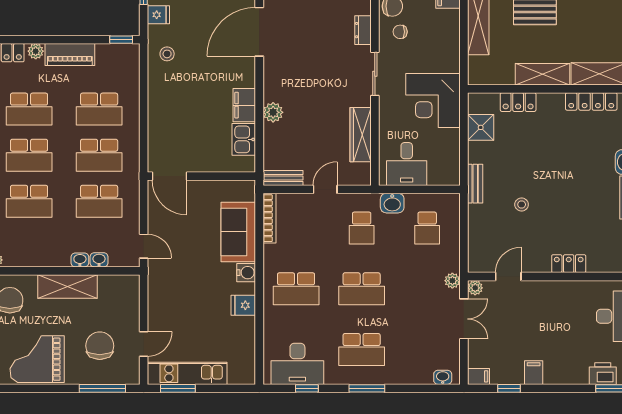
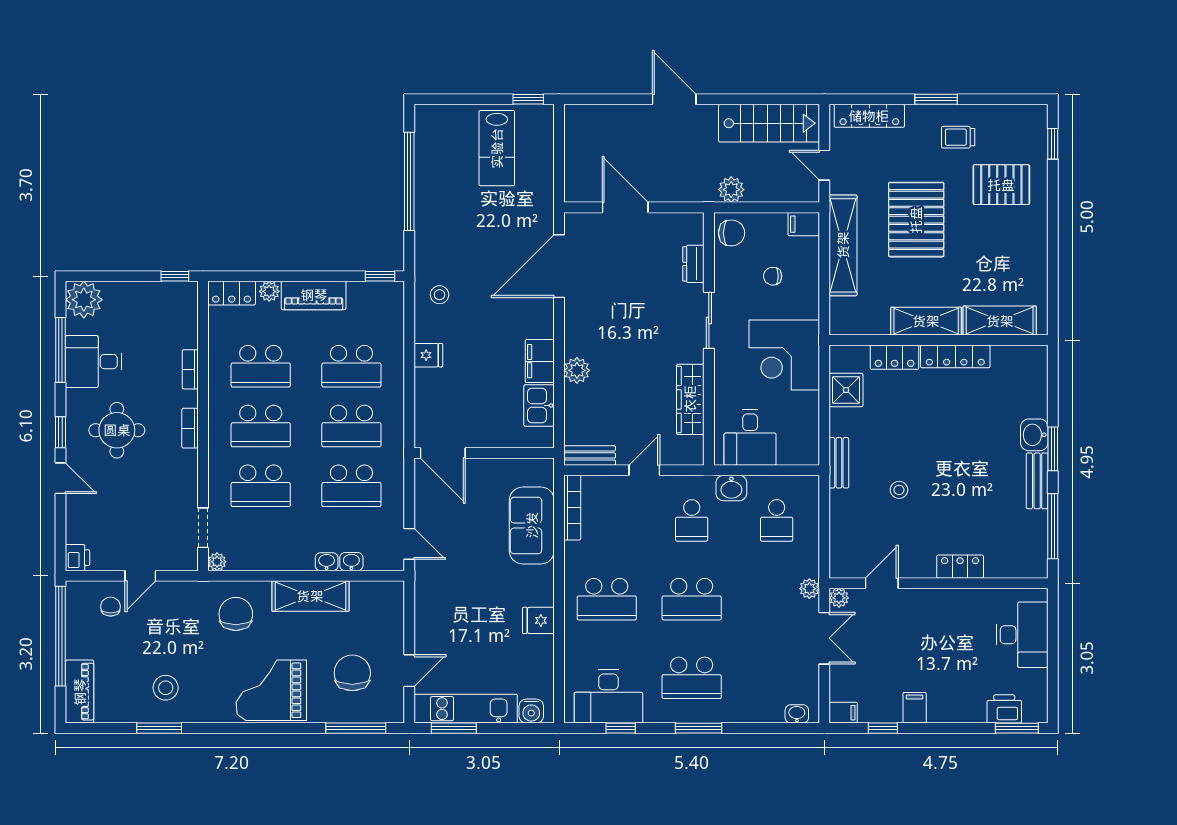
fridge: (158, 15) -> (428, 355), moved
chair: (400, 32) -> (773, 276), moved
locker: (591, 101) -> (955, 356), moved
water cooler: (246, 273) -> (531, 711), moved, turned 90

